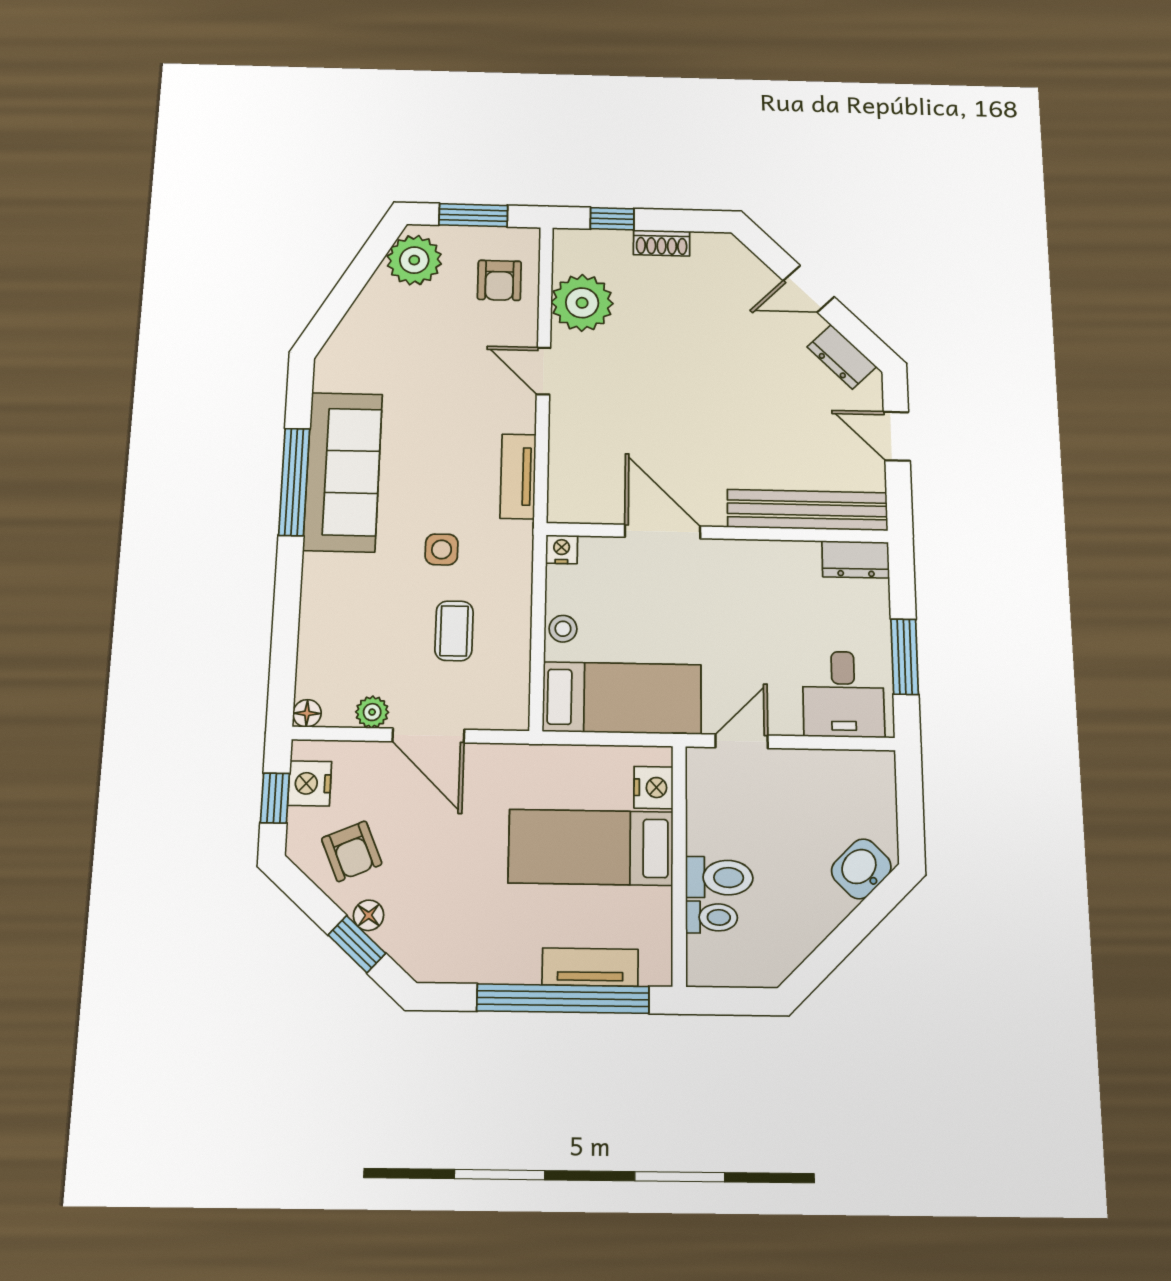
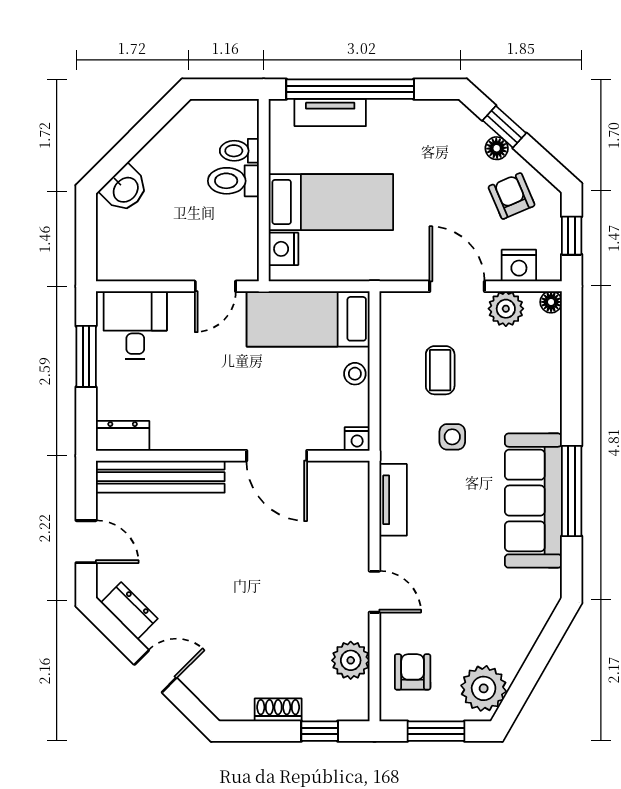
plant: (582, 303) -> (351, 660), width x0.73, depth x0.73
plant: (372, 712) -> (506, 309), width x1.38, depth x1.38
nightstand: (310, 783) -> (519, 266), moved, turned 90

